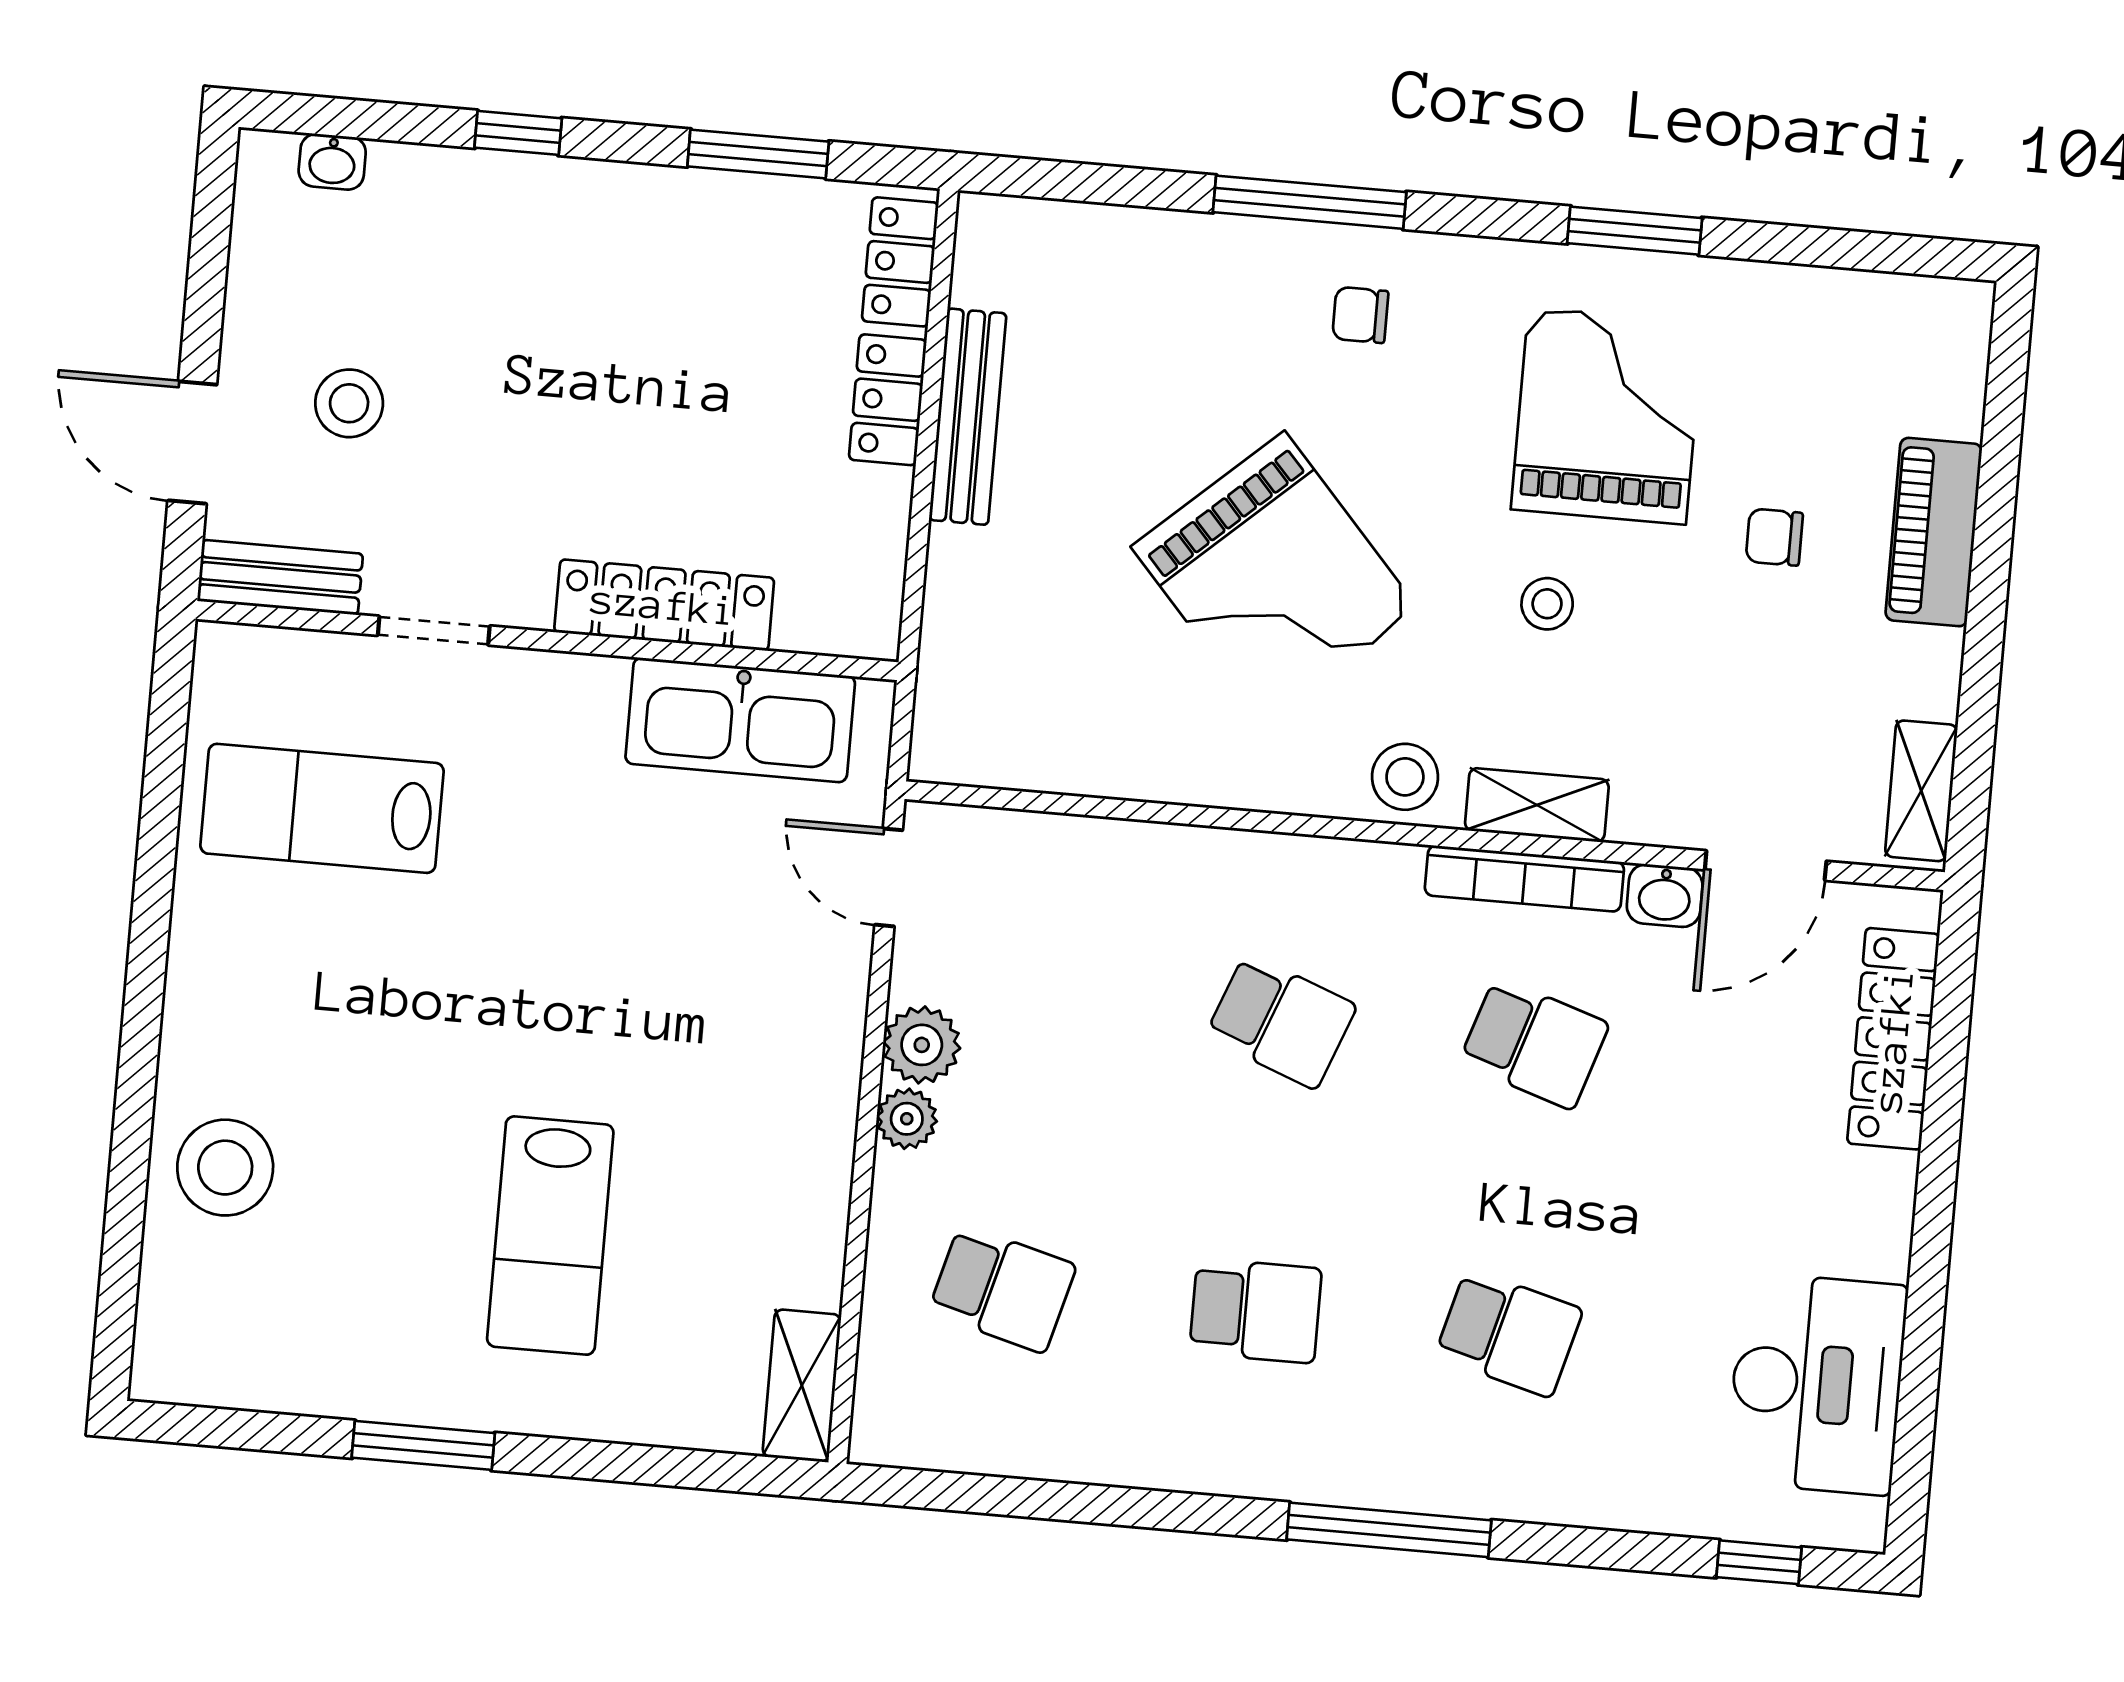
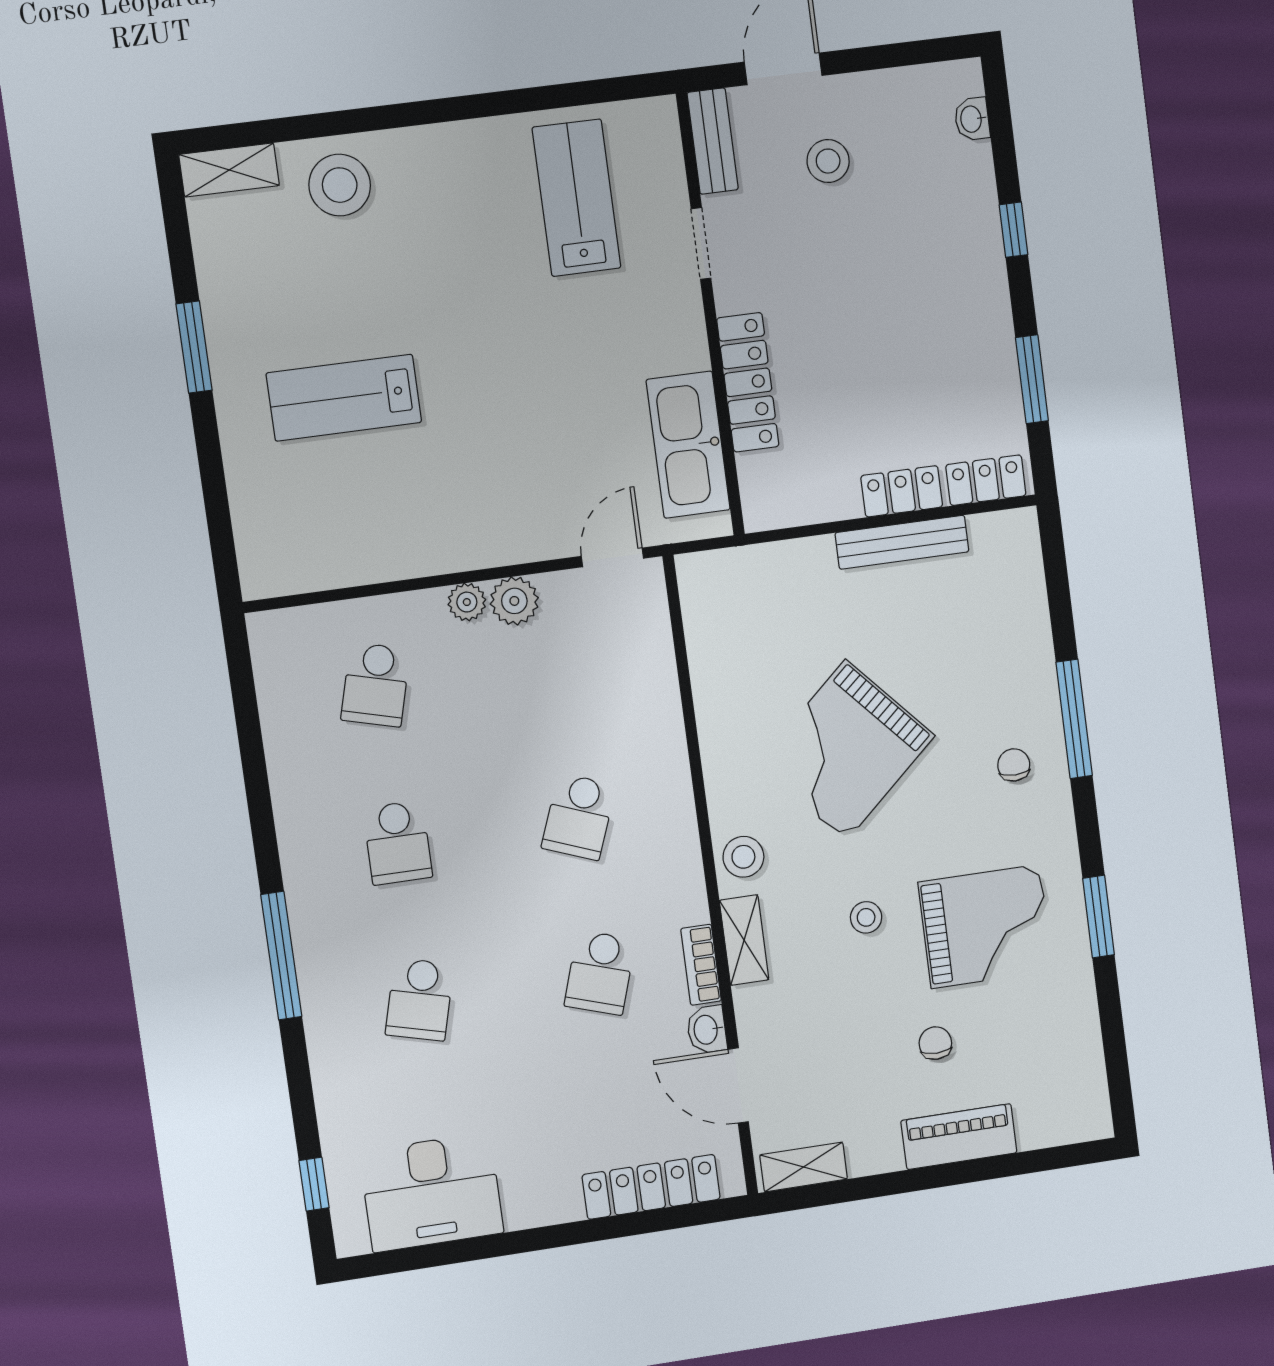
bookcase: (1524, 879) -> (701, 965), width x0.64
shelving: (802, 1386) -> (229, 170), moved

